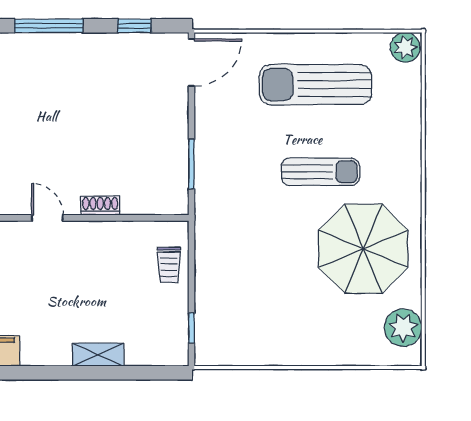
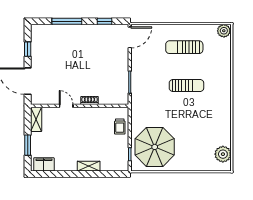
sun lounger: (315, 85) -> (184, 47), width x0.73, depth x0.75
parasol: (363, 249) -> (155, 147), moved

